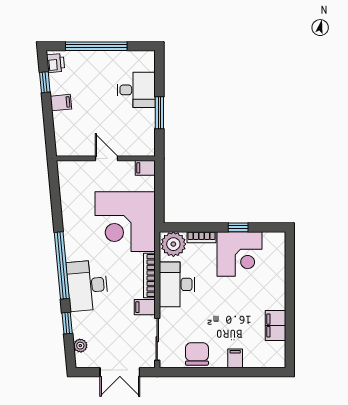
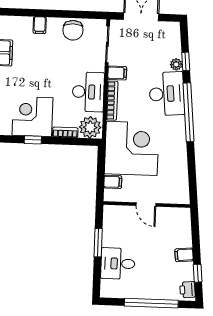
filing cabinet: (145, 168) -> (113, 182), moved
plant: (80, 346) -> (176, 64), moved

